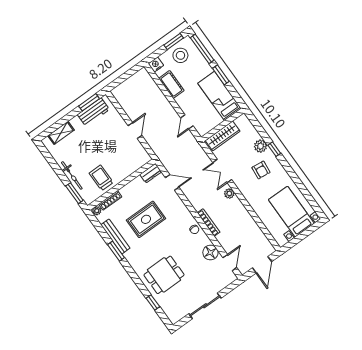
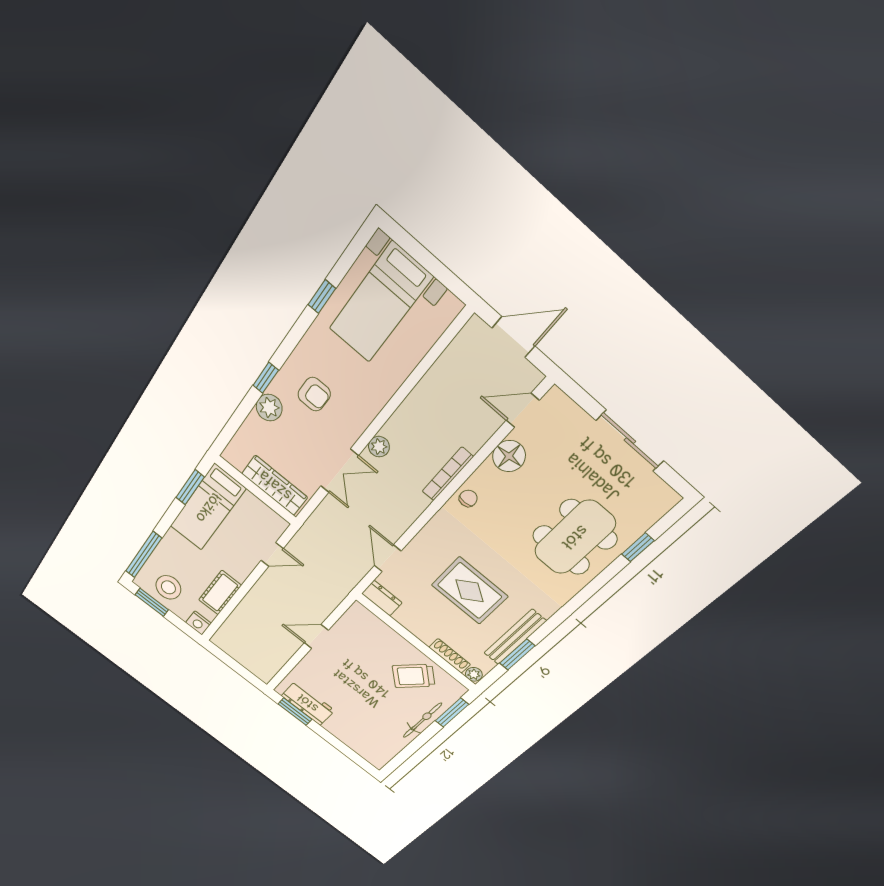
window: (221, 75) -> (190, 487), moved
shelving: (61, 133) -> (357, 744), removed
armchair: (261, 170) -> (314, 394), turned 84
trolley: (101, 178) -> (413, 676), turned 43
window: (301, 187) -> (322, 296), added
window: (116, 251) -> (517, 654), moved
dining table: (164, 275) -> (575, 537), width x1.38

